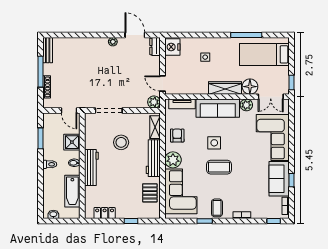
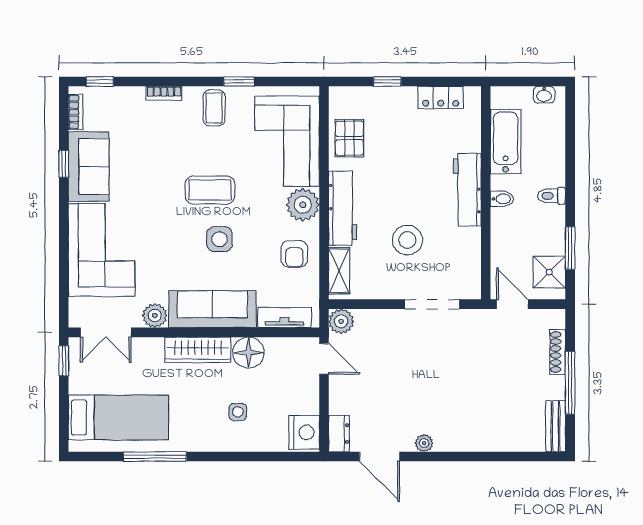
floor lamp: (250, 87) -> (248, 353), moved
double door: (271, 97) -> (106, 332), swing flipped
shower: (72, 142) -> (549, 272), moved

